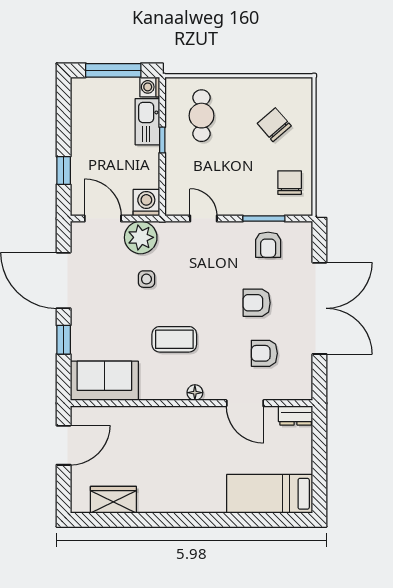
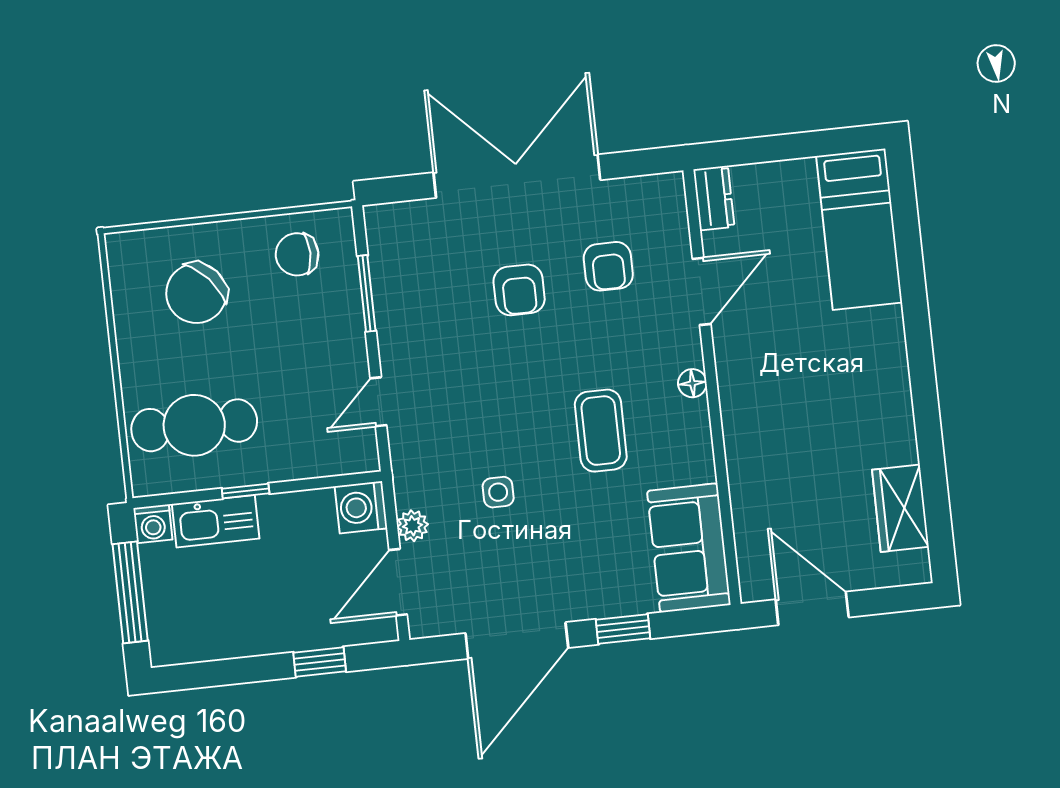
cafe table: (201, 116) -> (194, 425), width x1.37, depth x1.35
chair: (274, 125) -> (196, 293), width x1.37, depth x1.37
plant: (141, 237) -> (413, 526), width x0.53, depth x0.53
armchair: (268, 245) -> (413, 281), removed

